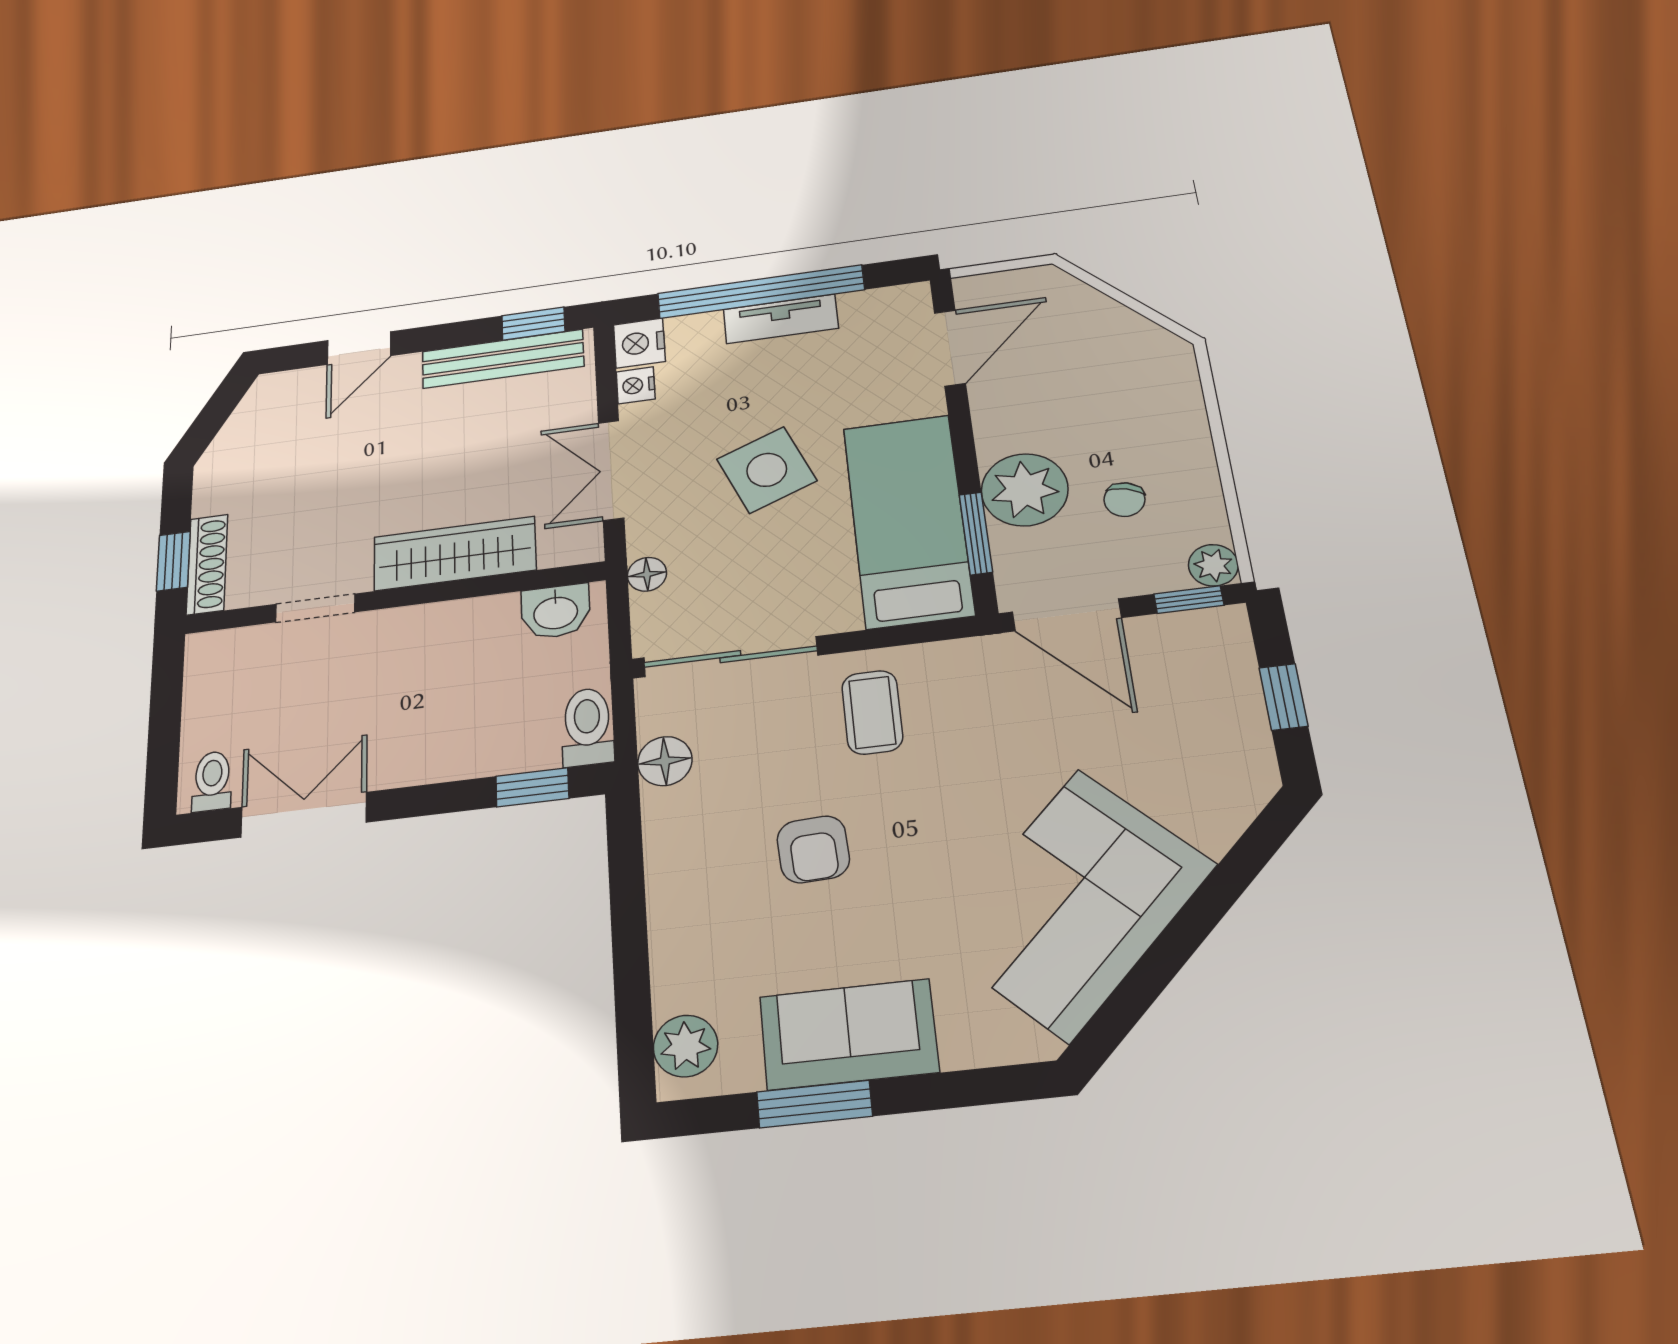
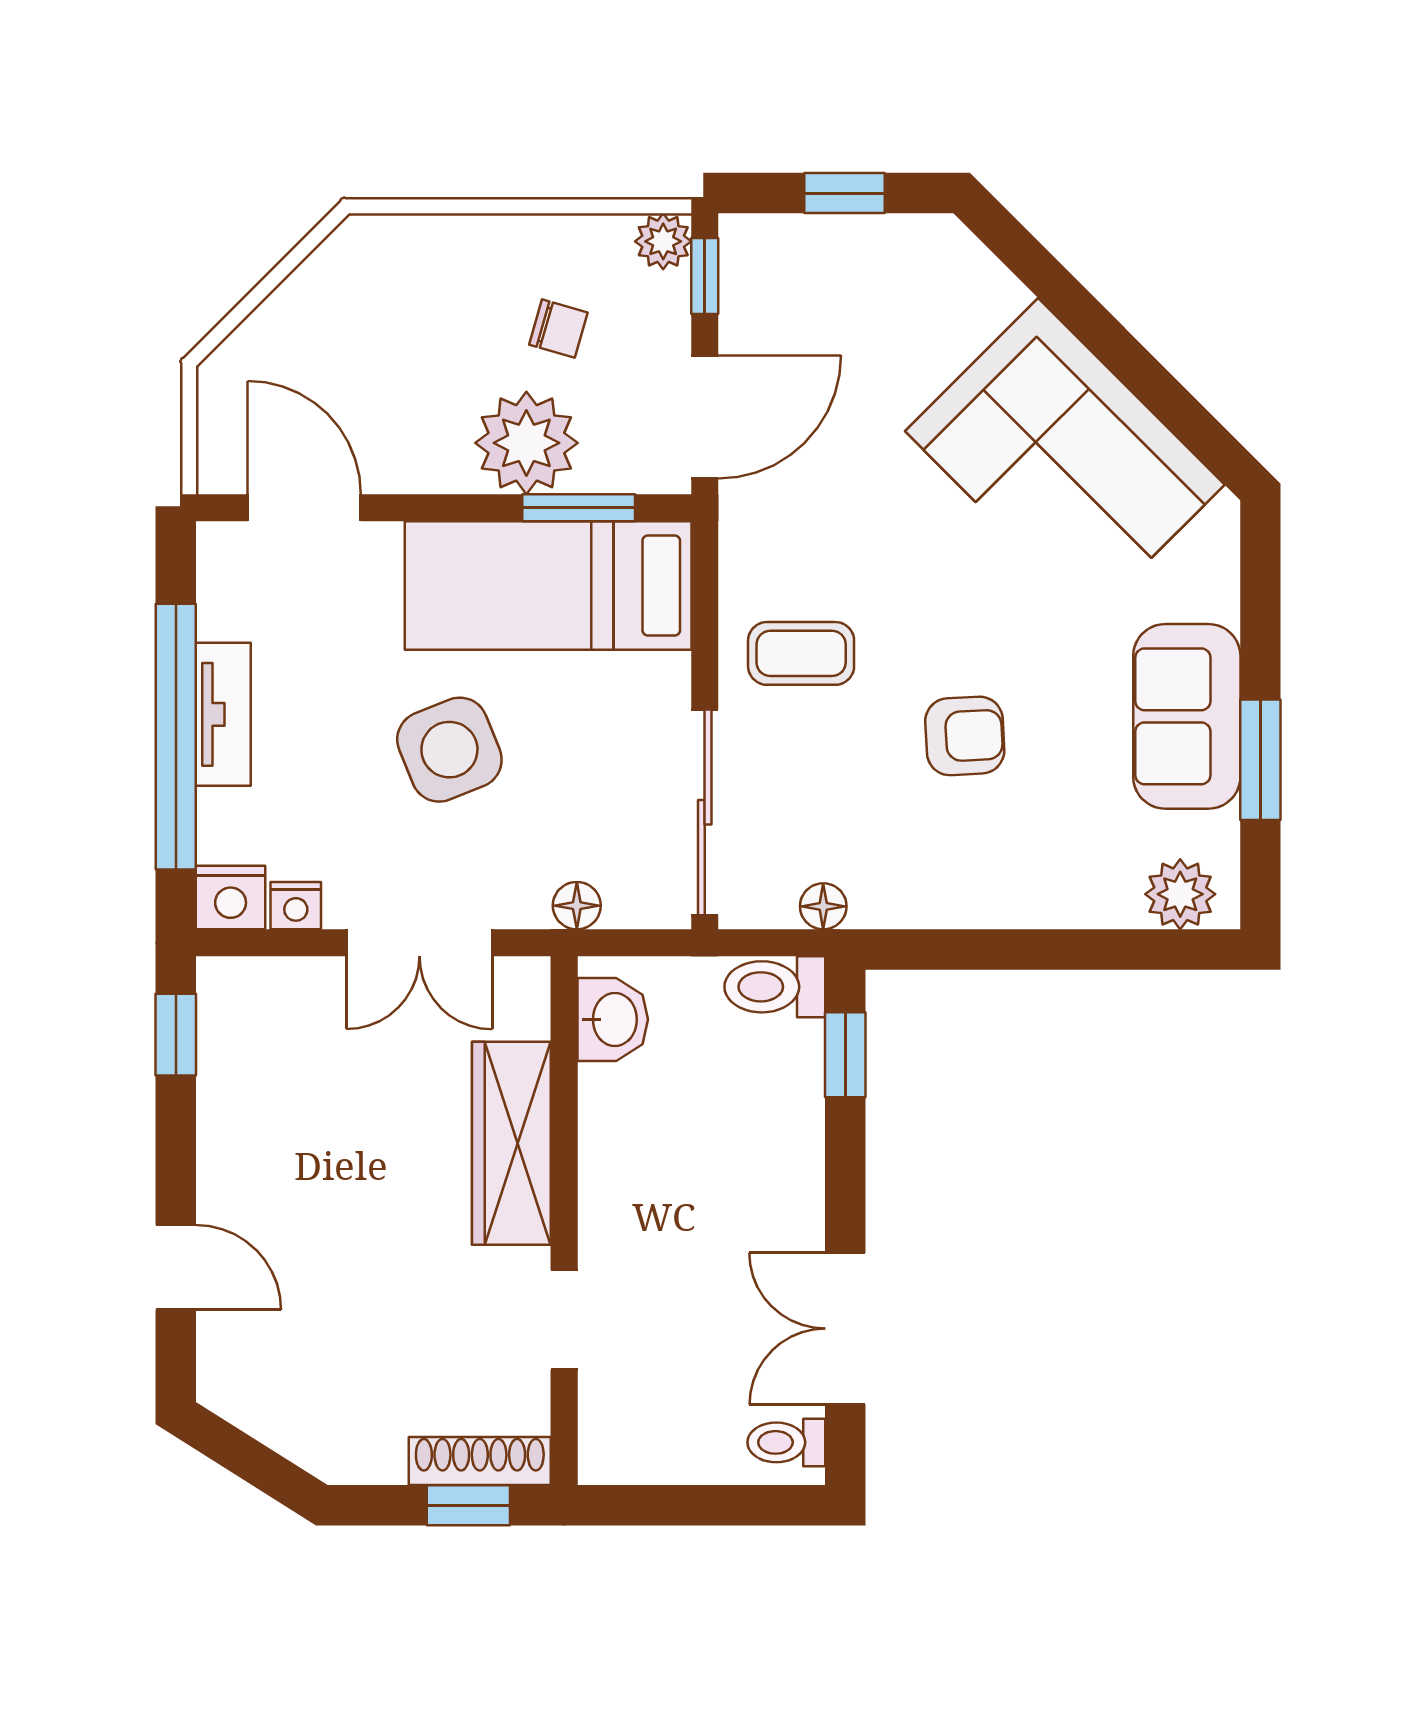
bench: (503, 359) -> (225, 1076), removed
floor lamp: (665, 761) -> (823, 906), width x0.73, depth x0.73

